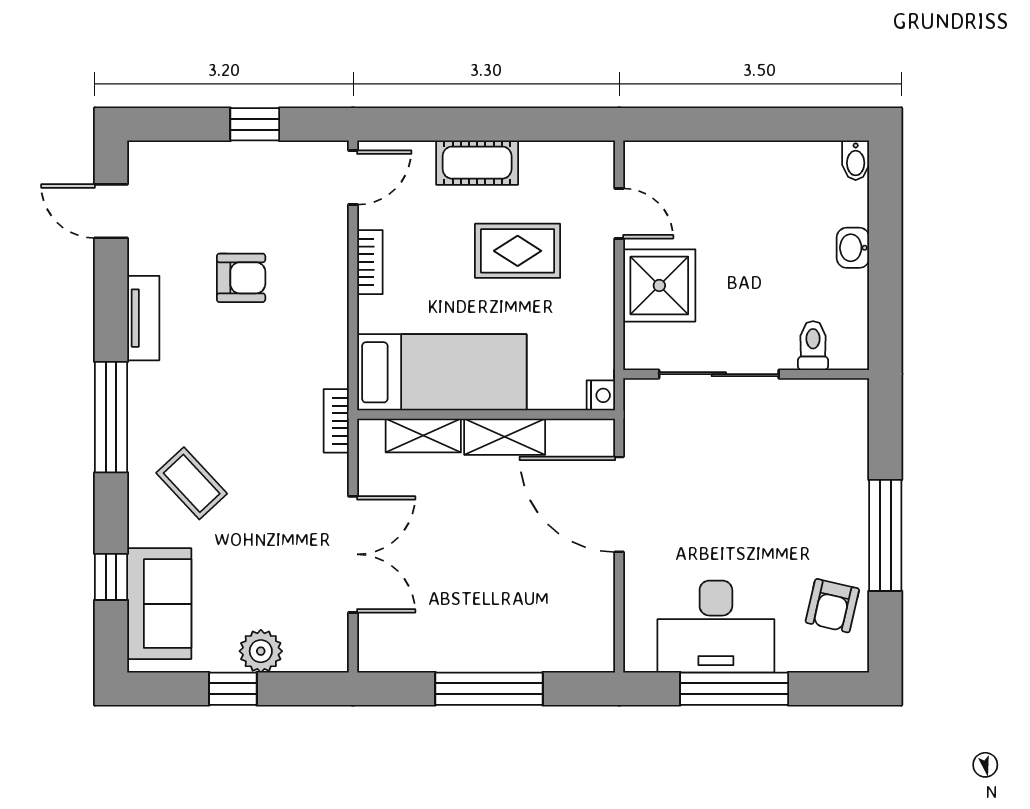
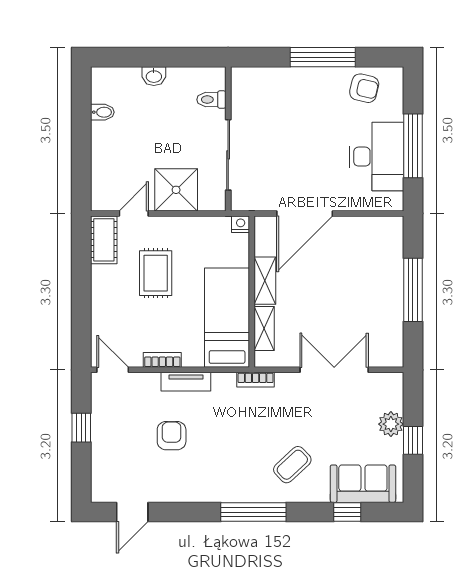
bidet: (856, 160) -> (102, 112), moved
cot: (477, 163) -> (104, 240), moved
tv unit: (143, 318) -> (186, 382), moved, turned 180

